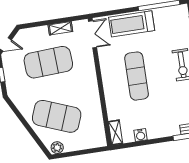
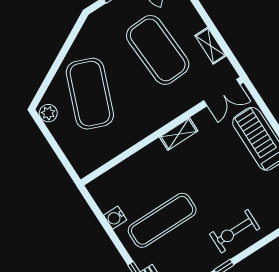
exercise mat: (137, 76) -> (162, 220), moved
shelving: (115, 132) -> (179, 134), moved

